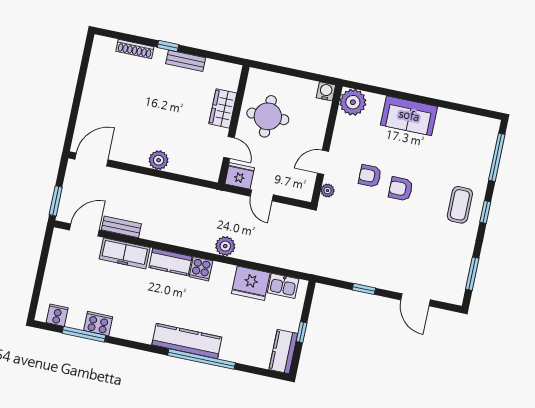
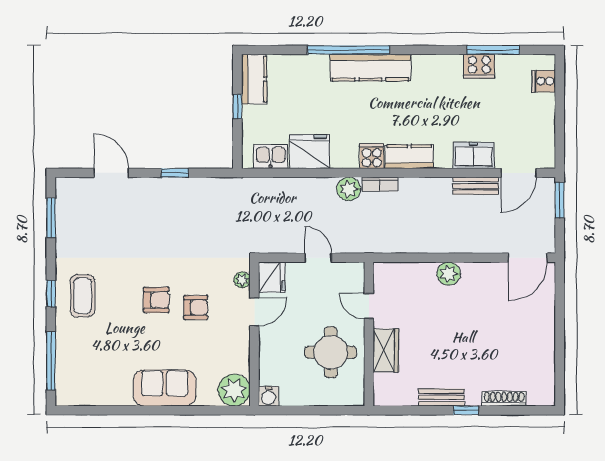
fridge: (240, 176) -> (272, 277), moved, turned -90
bookcase: (199, 245) -> (380, 184), added
freezer: (125, 253) -> (474, 155), width x0.71
cooker: (57, 315) -> (544, 81), moved, turned 90

